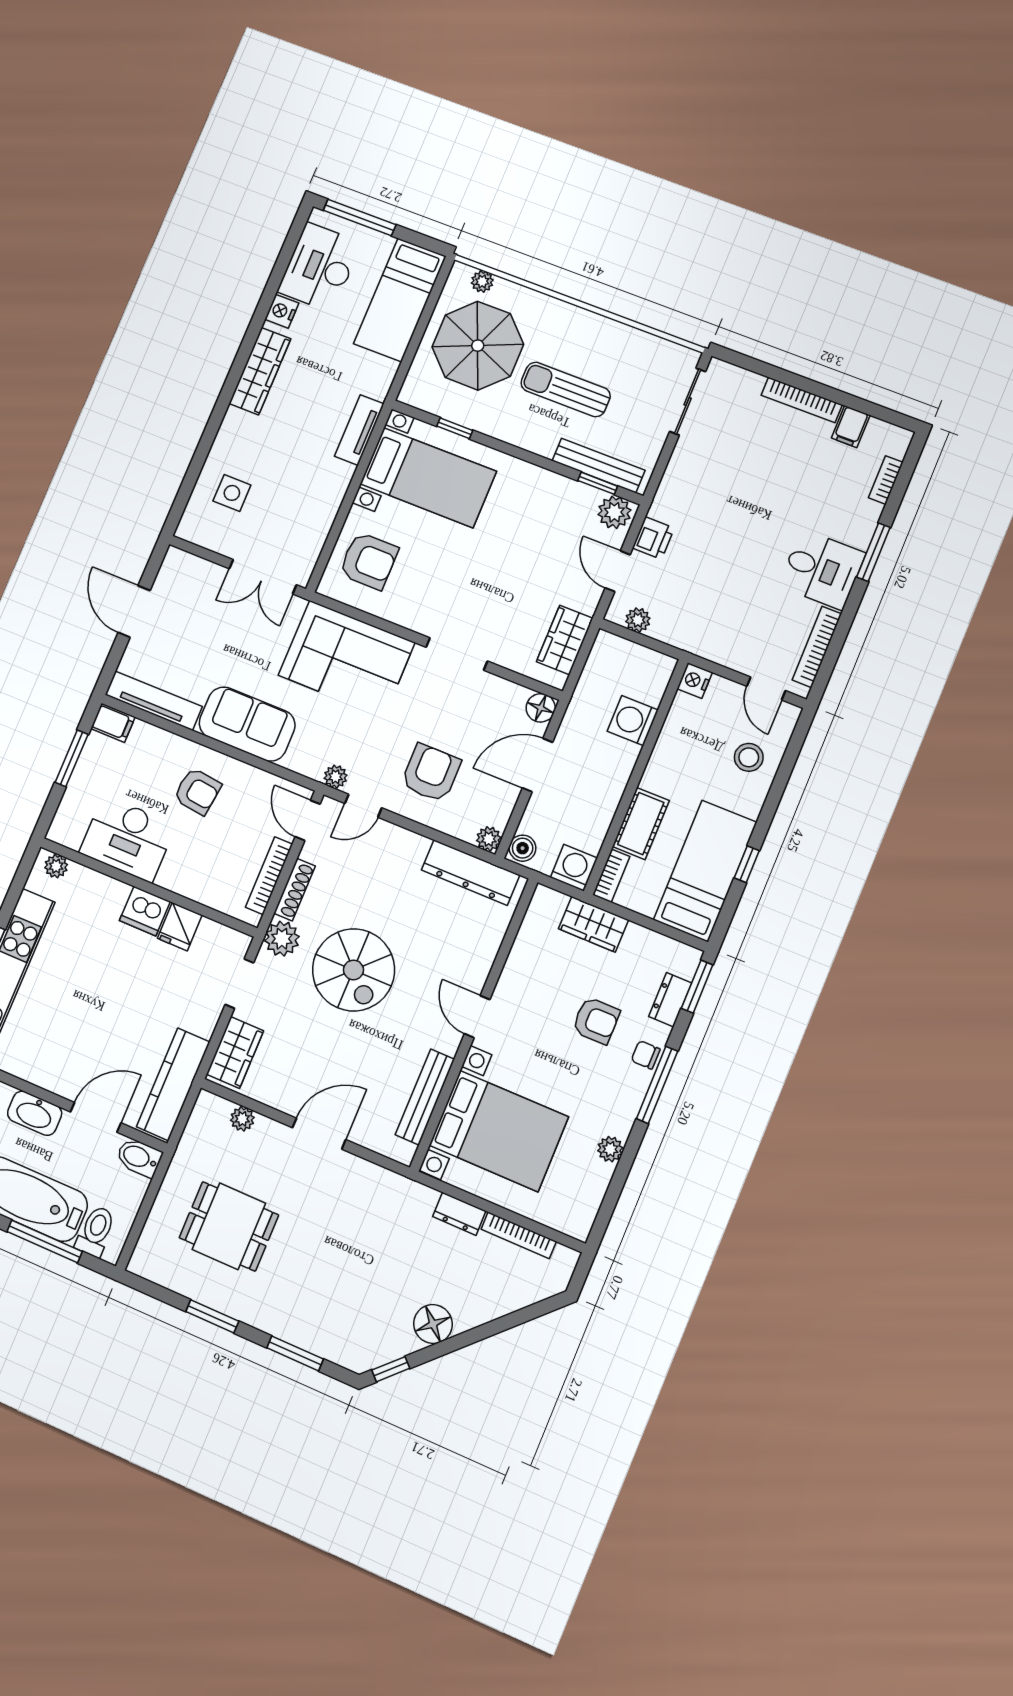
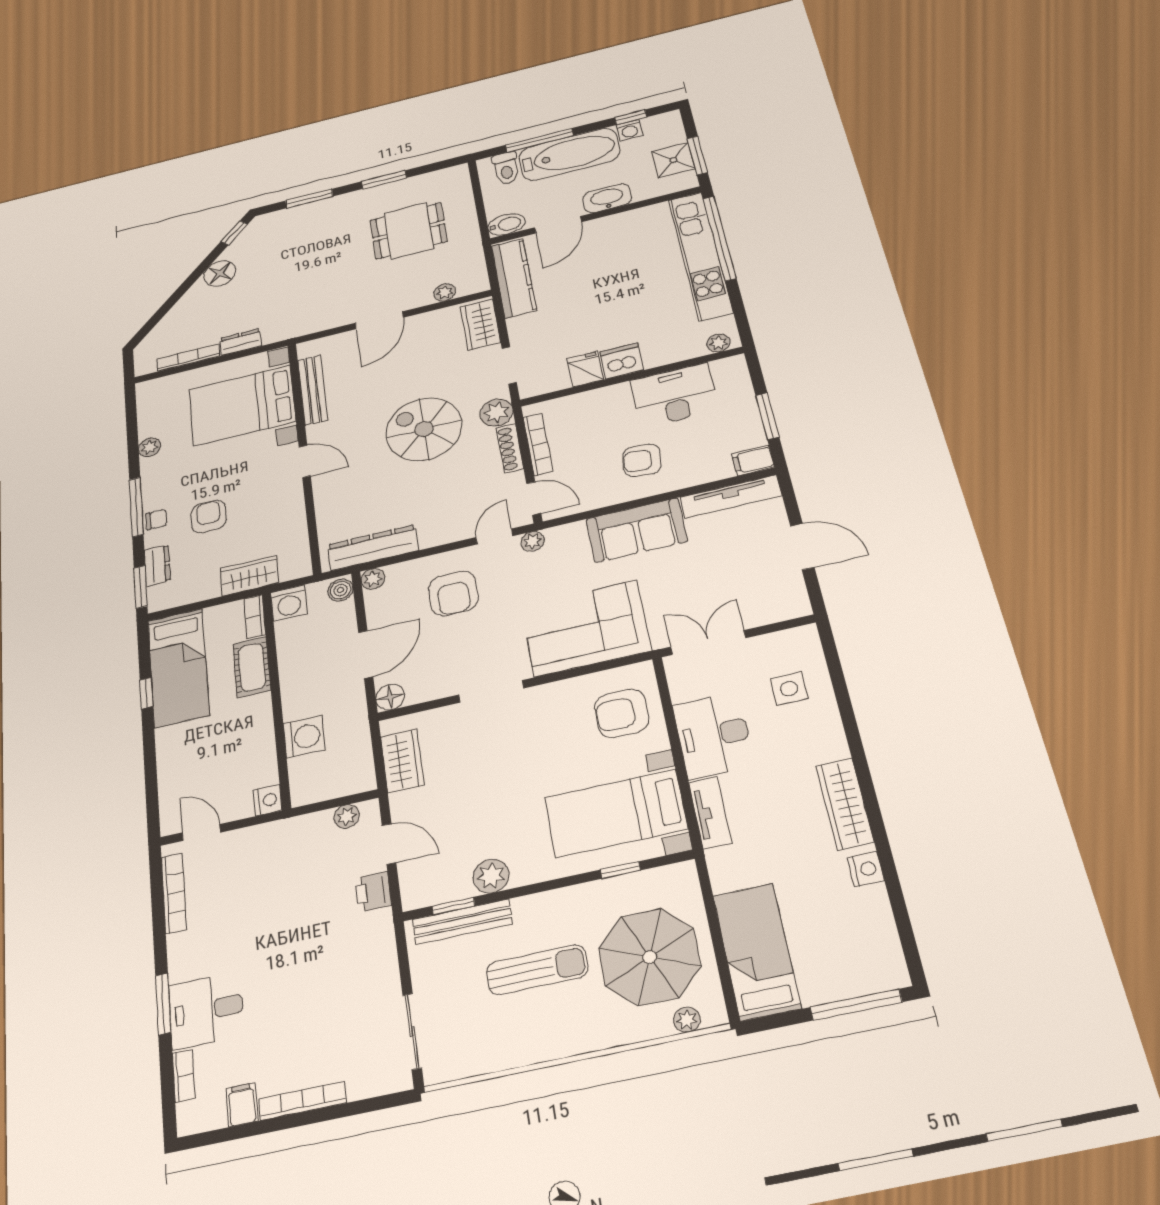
desk: (319, 267) -> (713, 735), moved, turned 180
plant: (614, 512) -> (491, 876), moved
desk: (822, 570) -> (206, 1010), moved
stool: (749, 757) -> (187, 771), removed
armchair: (596, 1021) -> (209, 516), turned 90

